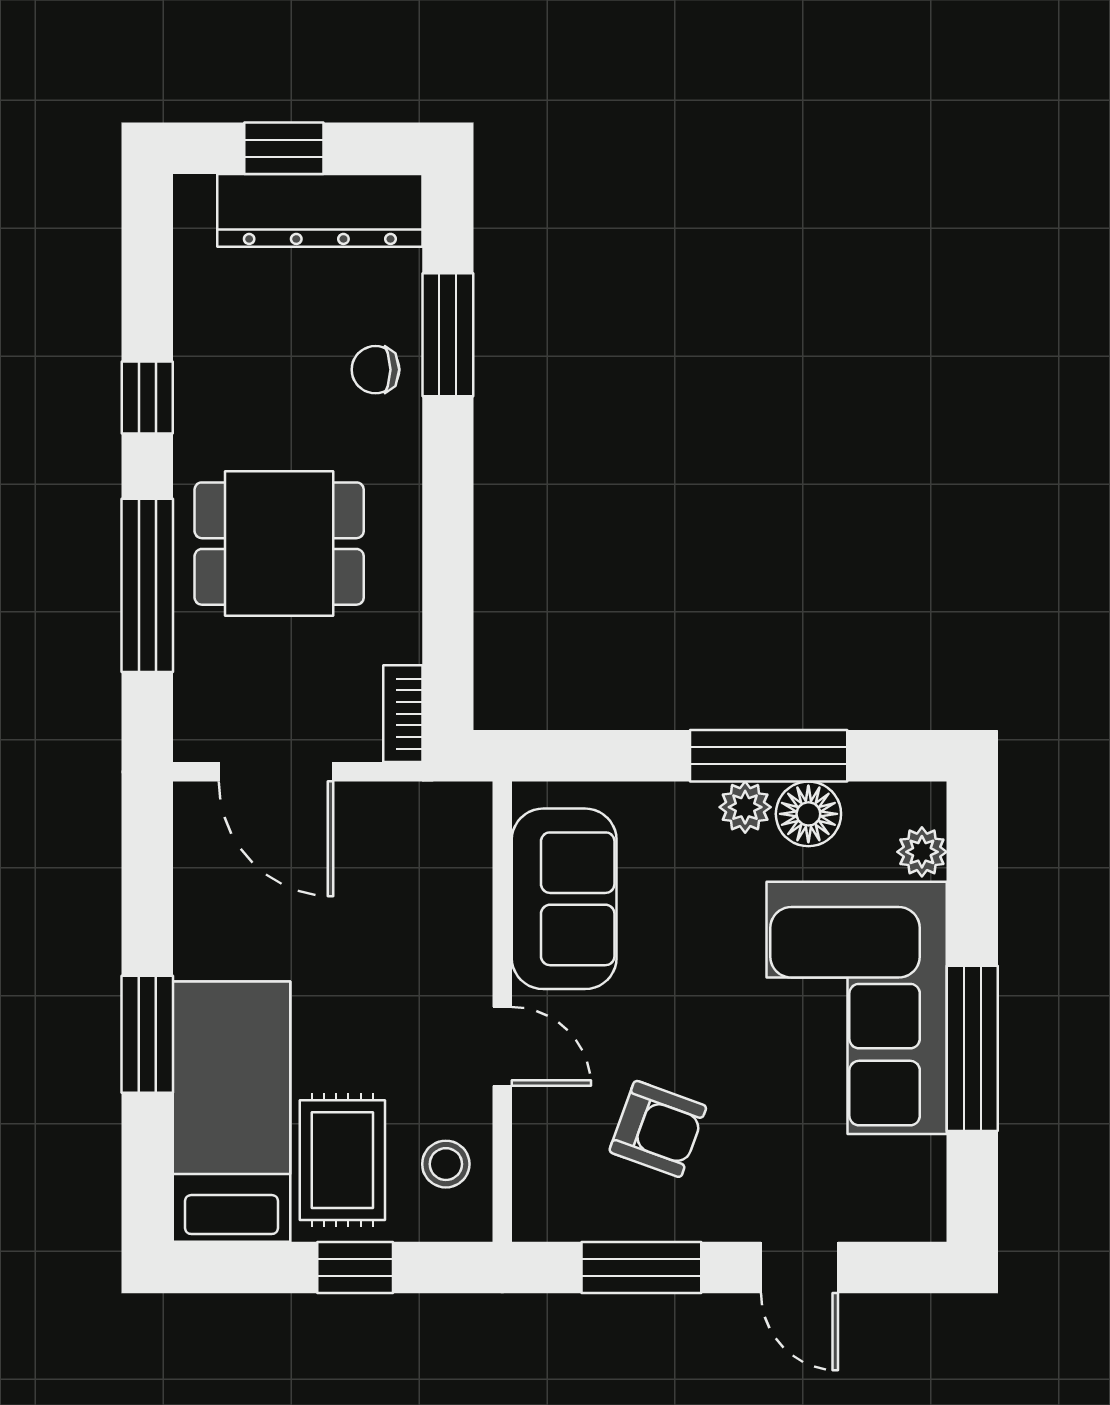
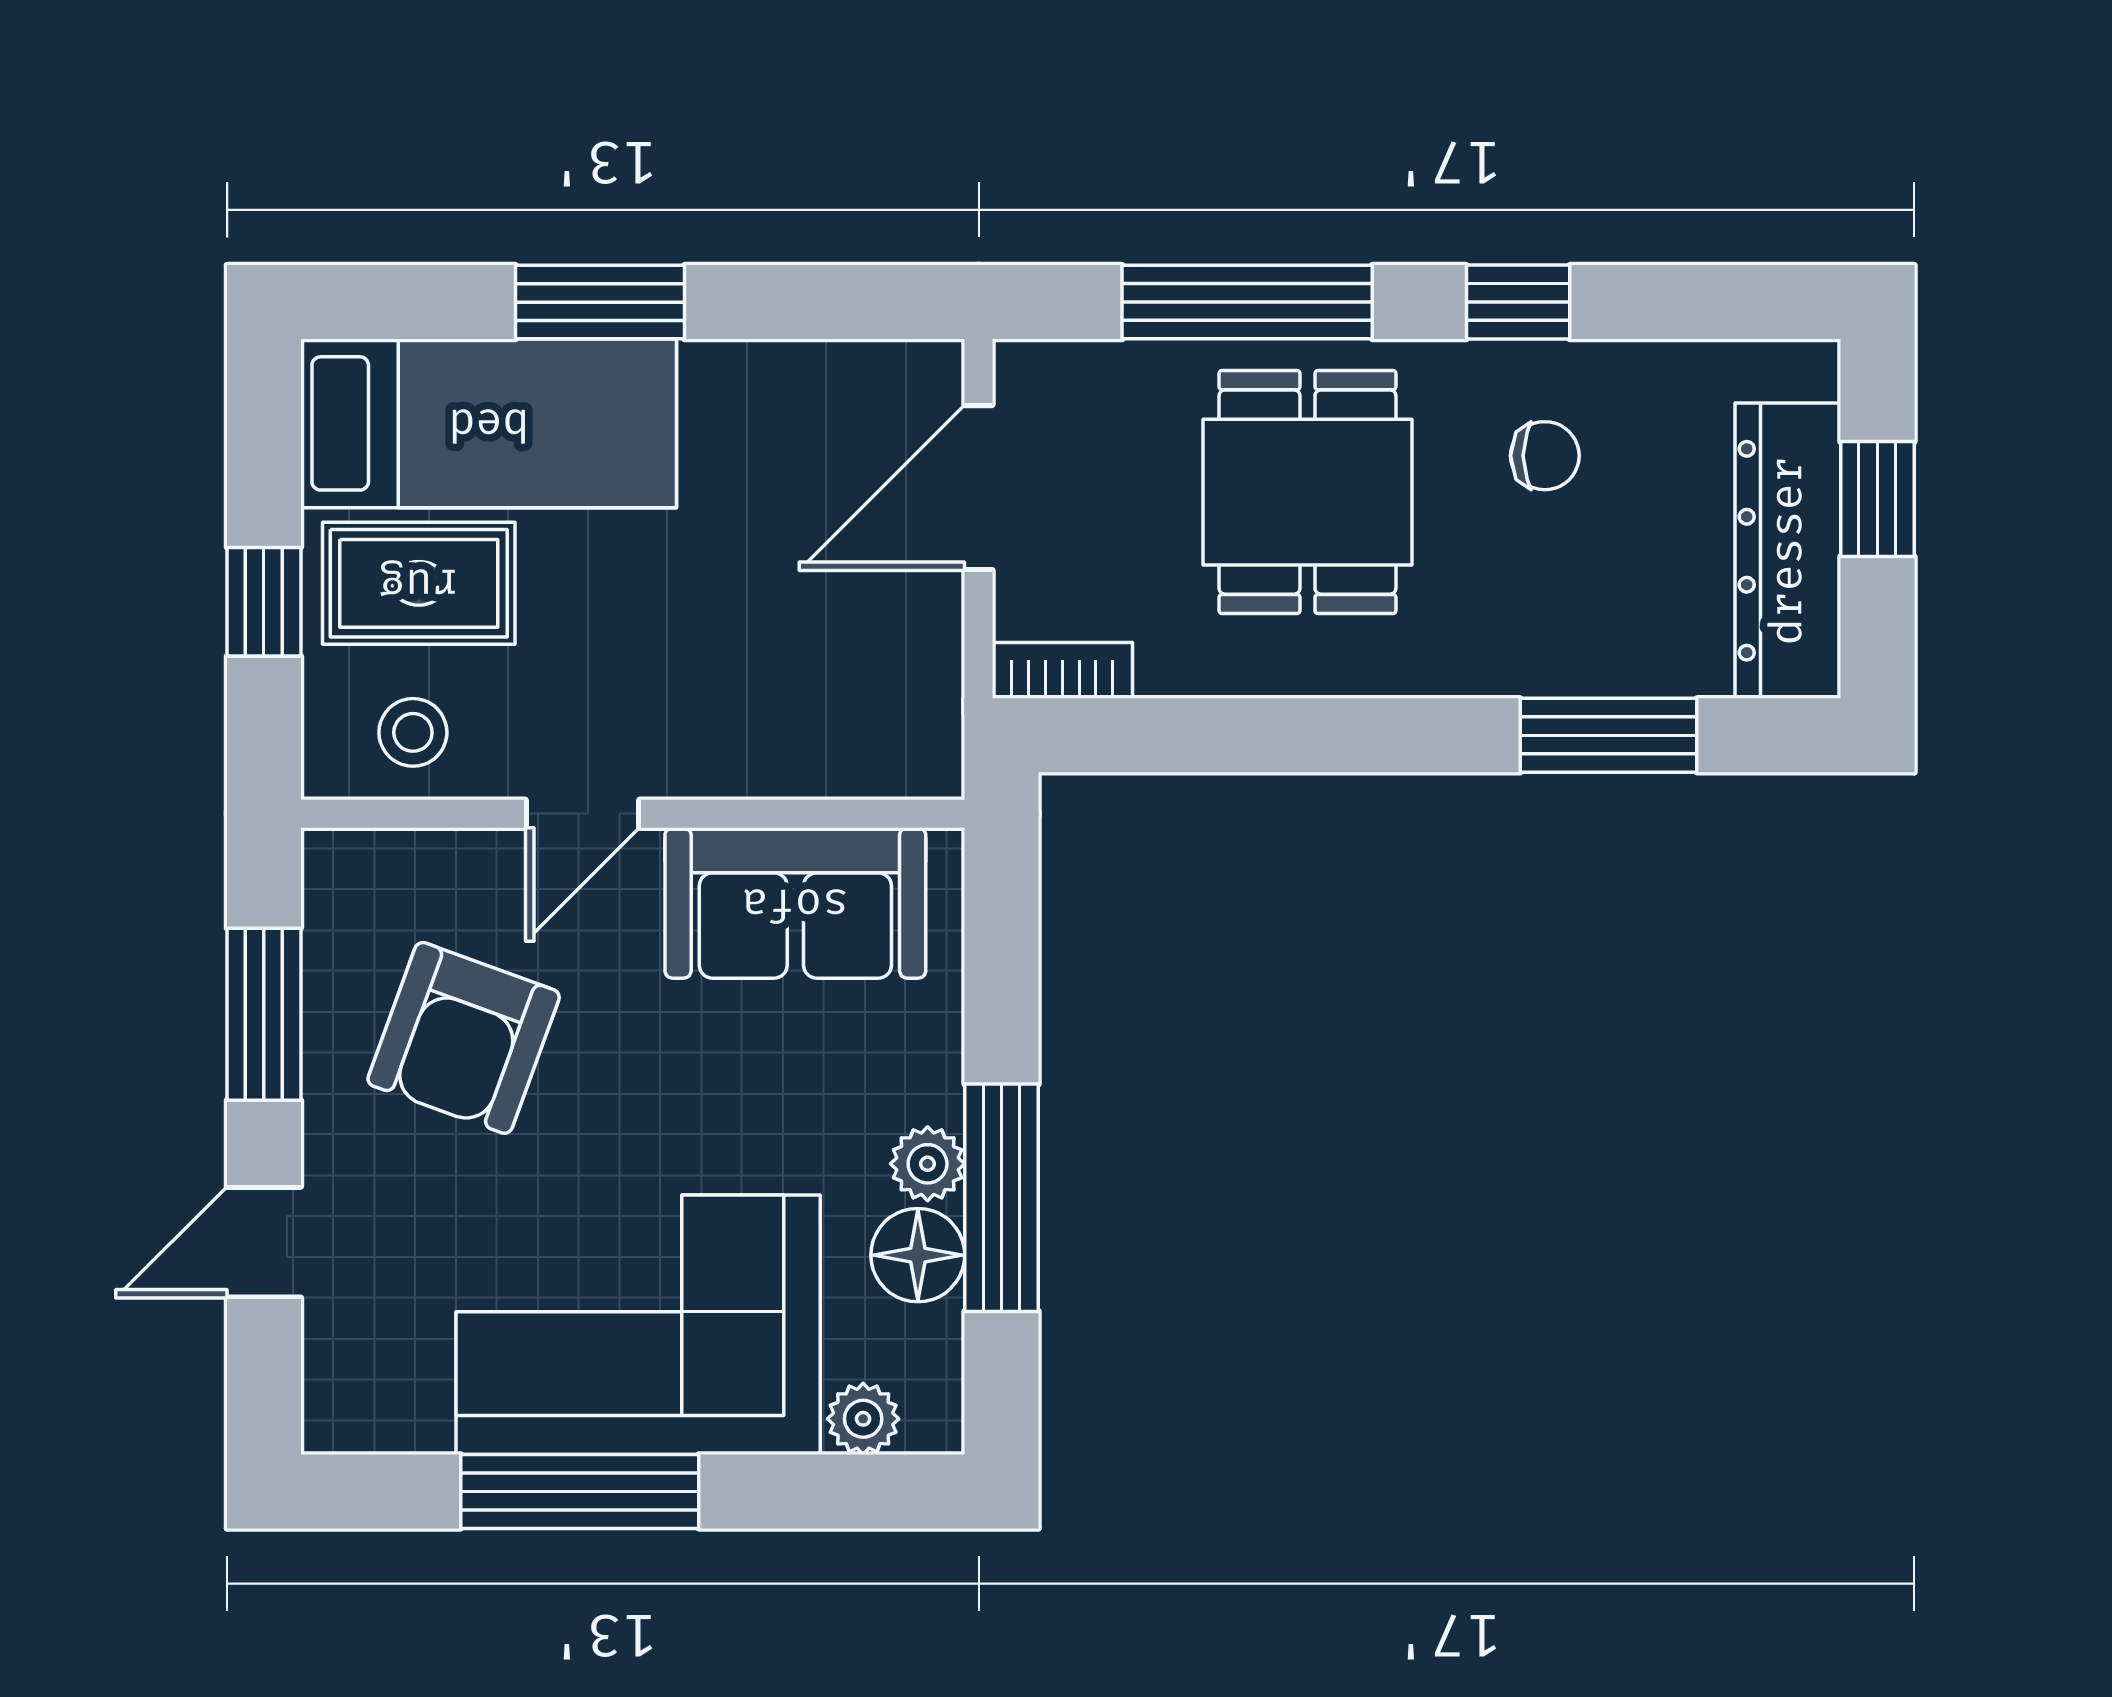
chair: (375, 370) -> (1545, 456), moved, turned 90
armchair: (658, 1129) -> (464, 1038), width x1.38, depth x1.38

